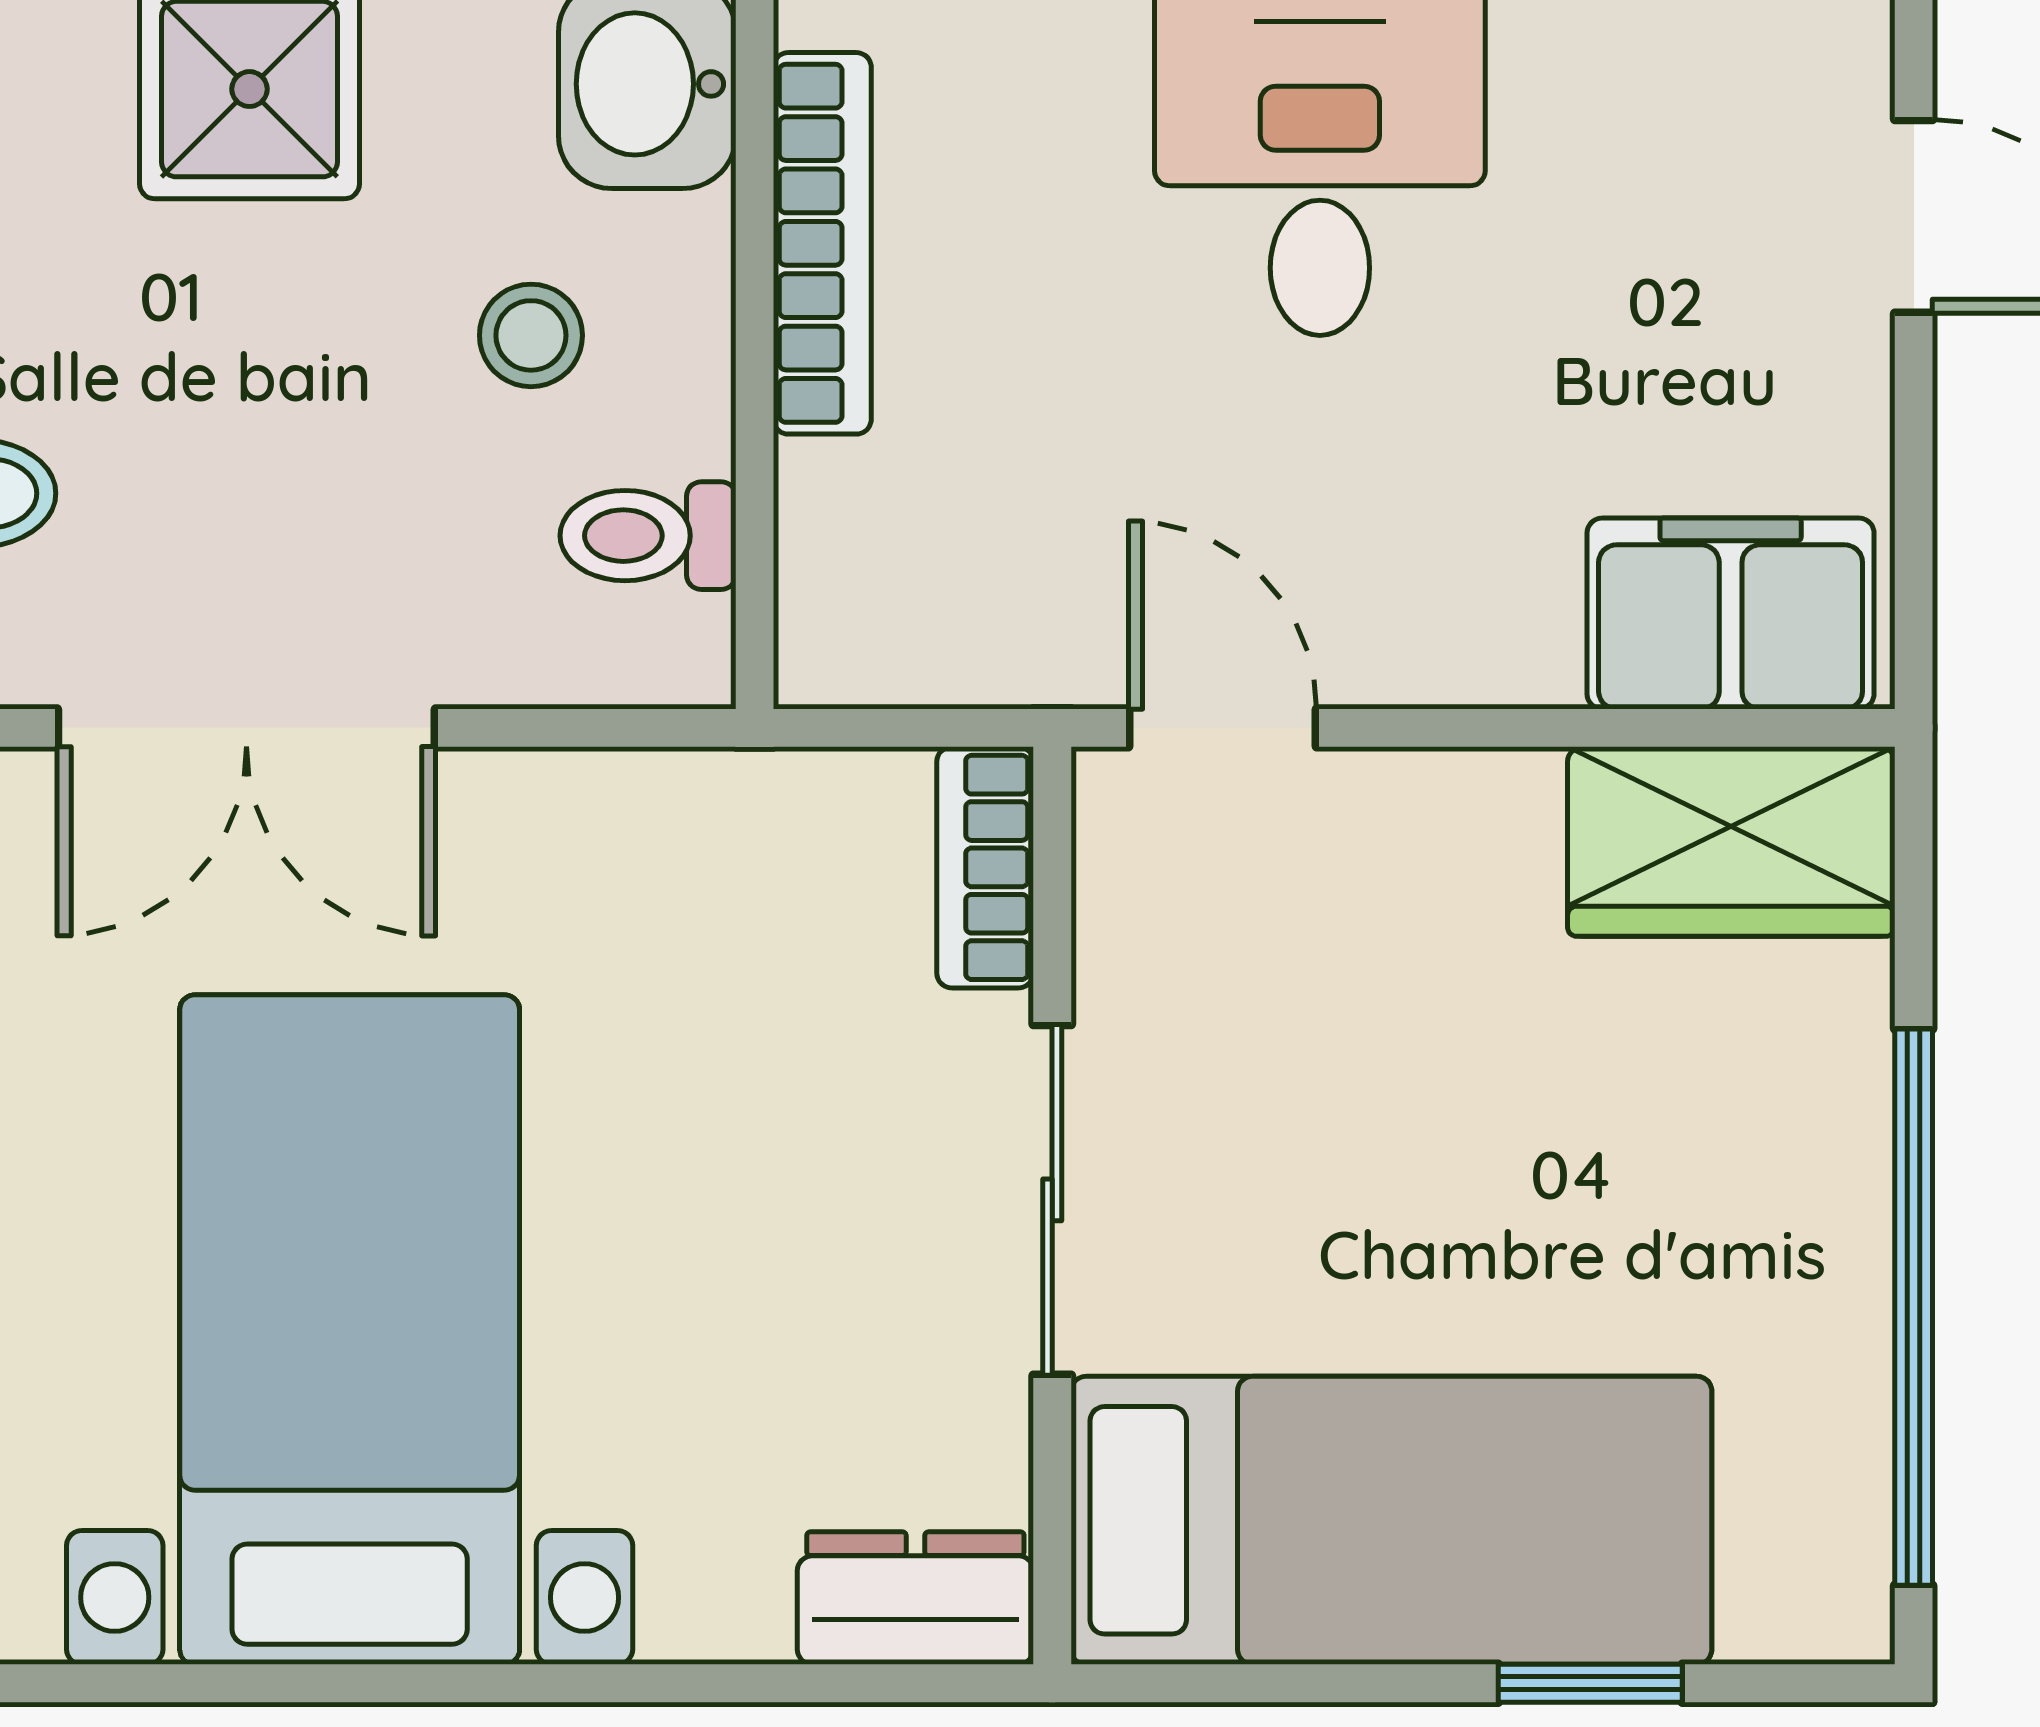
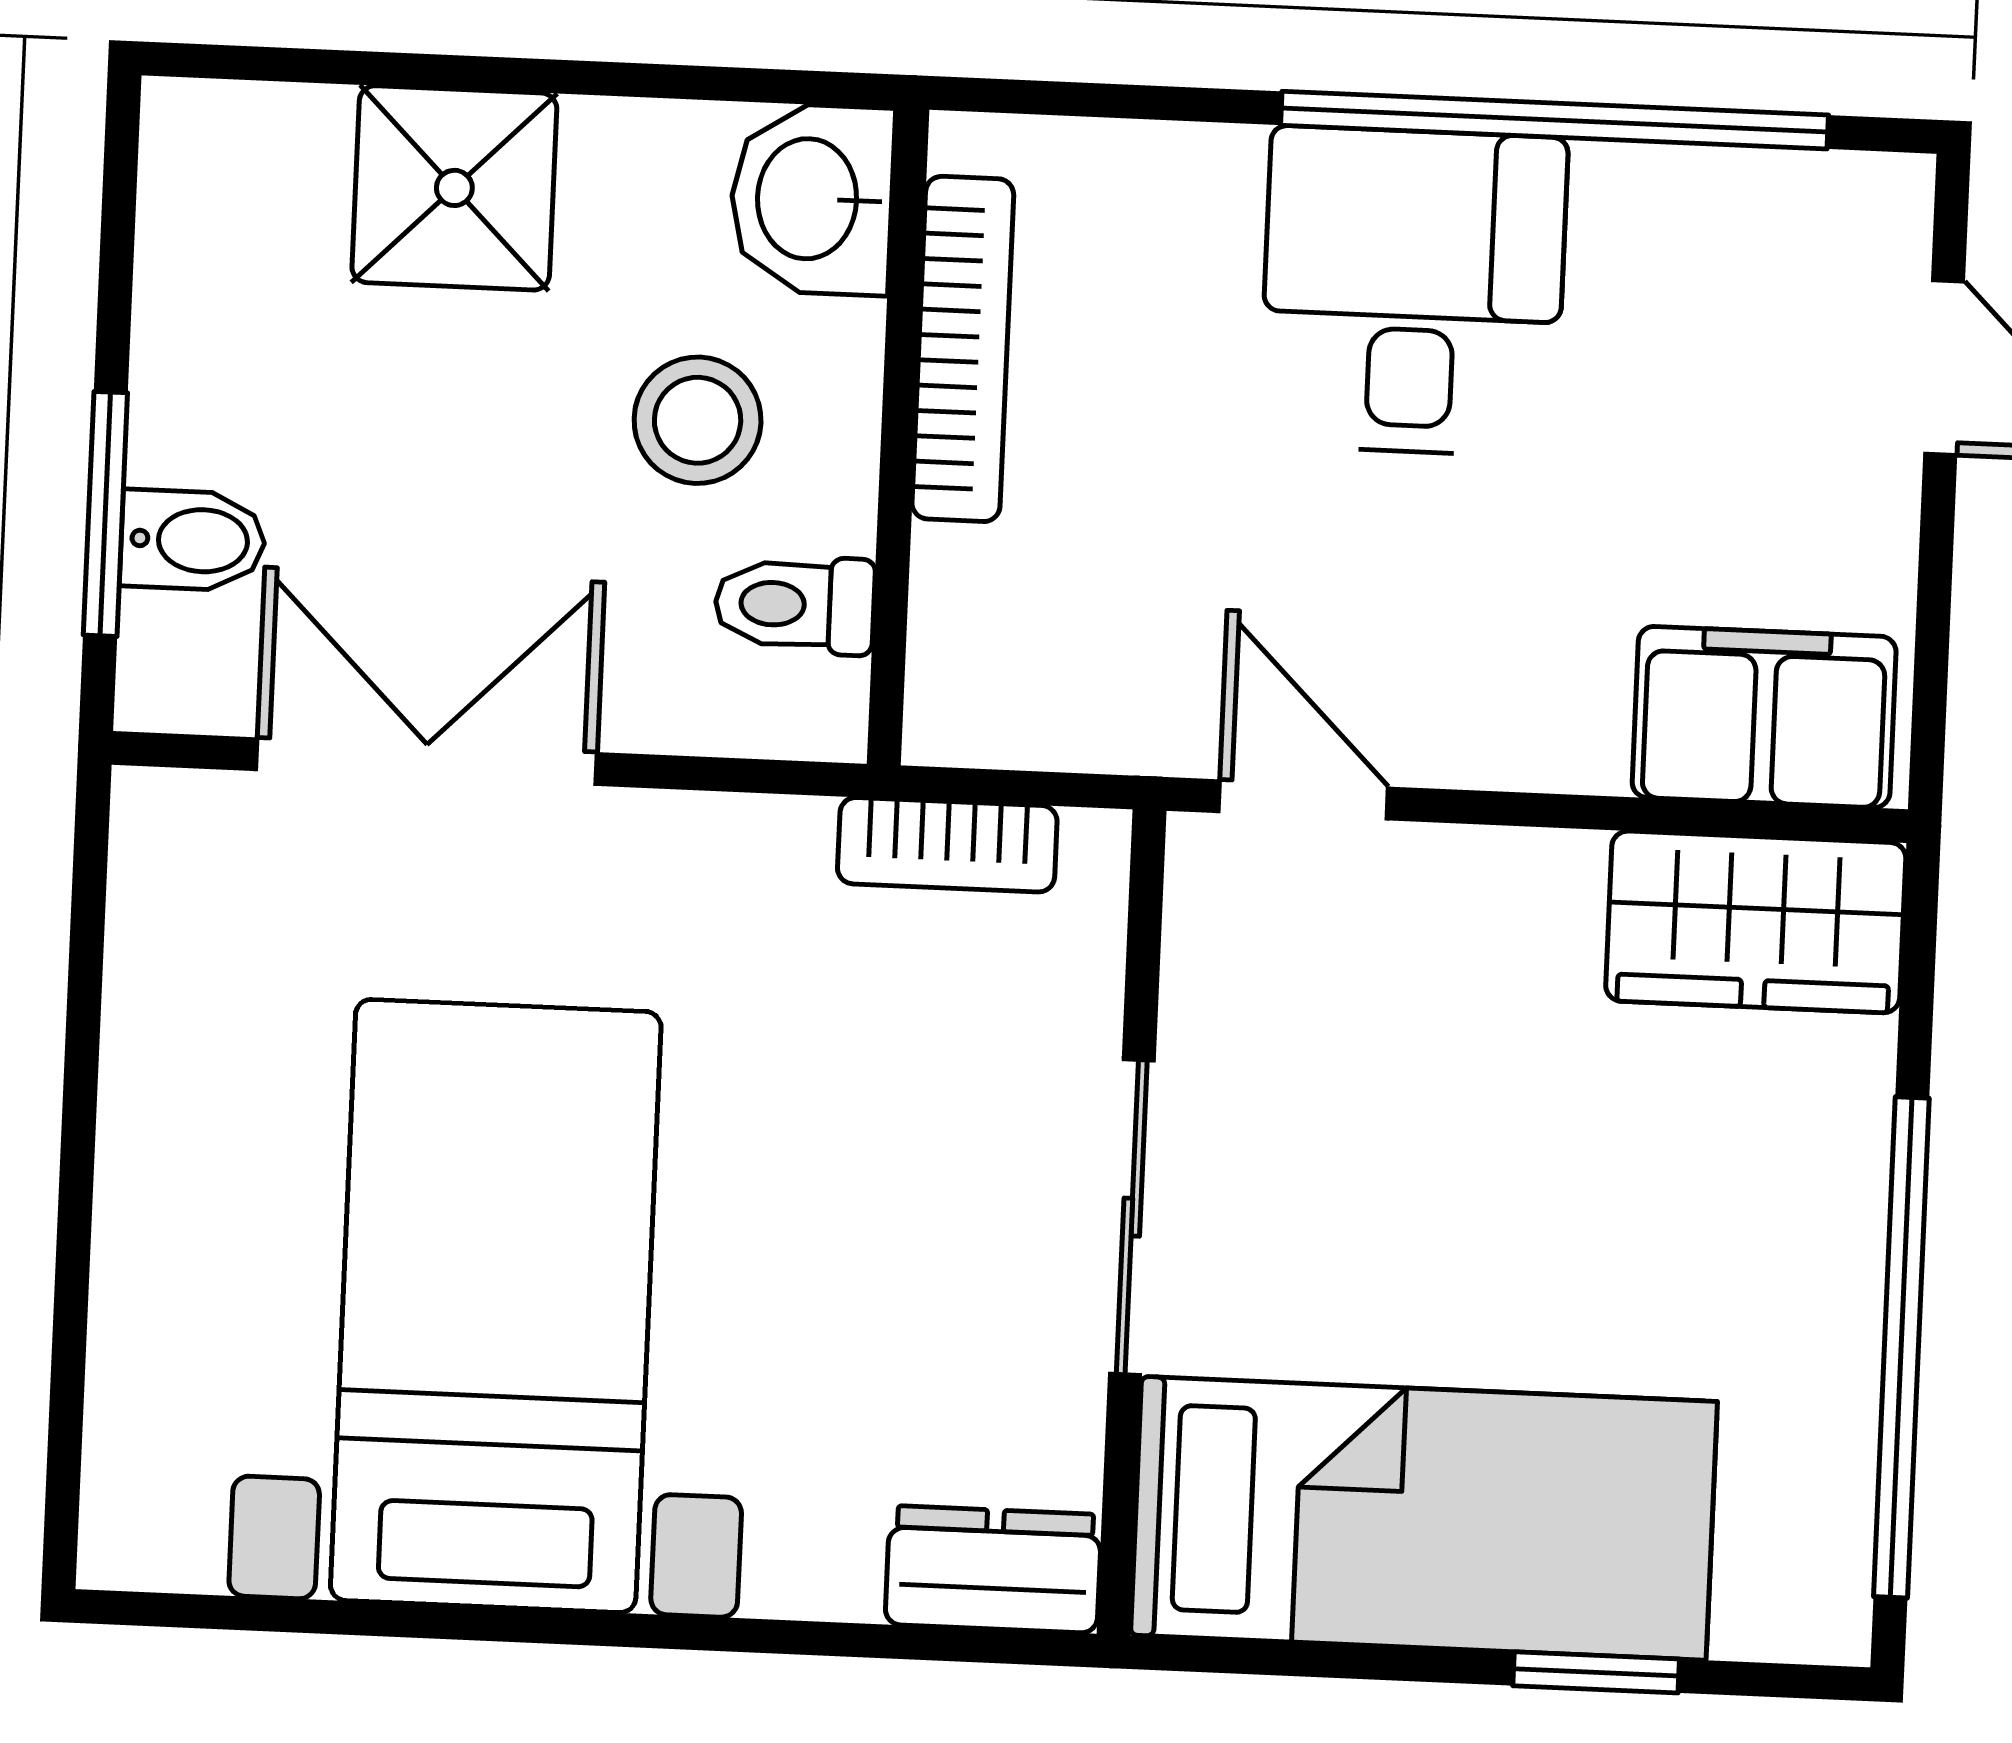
stool: (531, 335) -> (698, 420), width x1.37, depth x1.37
double door: (246, 728) -> (426, 762), swing flipped
bookcase: (985, 867) -> (947, 845), moved, turned -90

